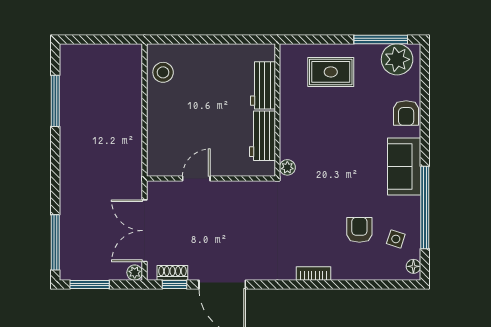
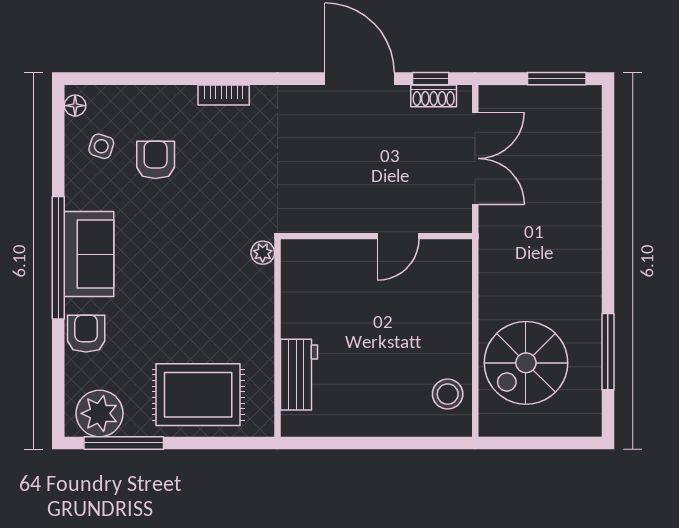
rug: (331, 72) -> (198, 395), width x1.36, depth x1.43
spiral stairs: (110, 93) -> (526, 363), added
workbench: (262, 136) -> (300, 300), removed
window: (425, 207) -> (58, 258), moved
armchair: (359, 230) -> (156, 160), turned 180
window: (55, 242) -> (608, 141), removed
plant: (135, 273) -> (490, 96), removed

